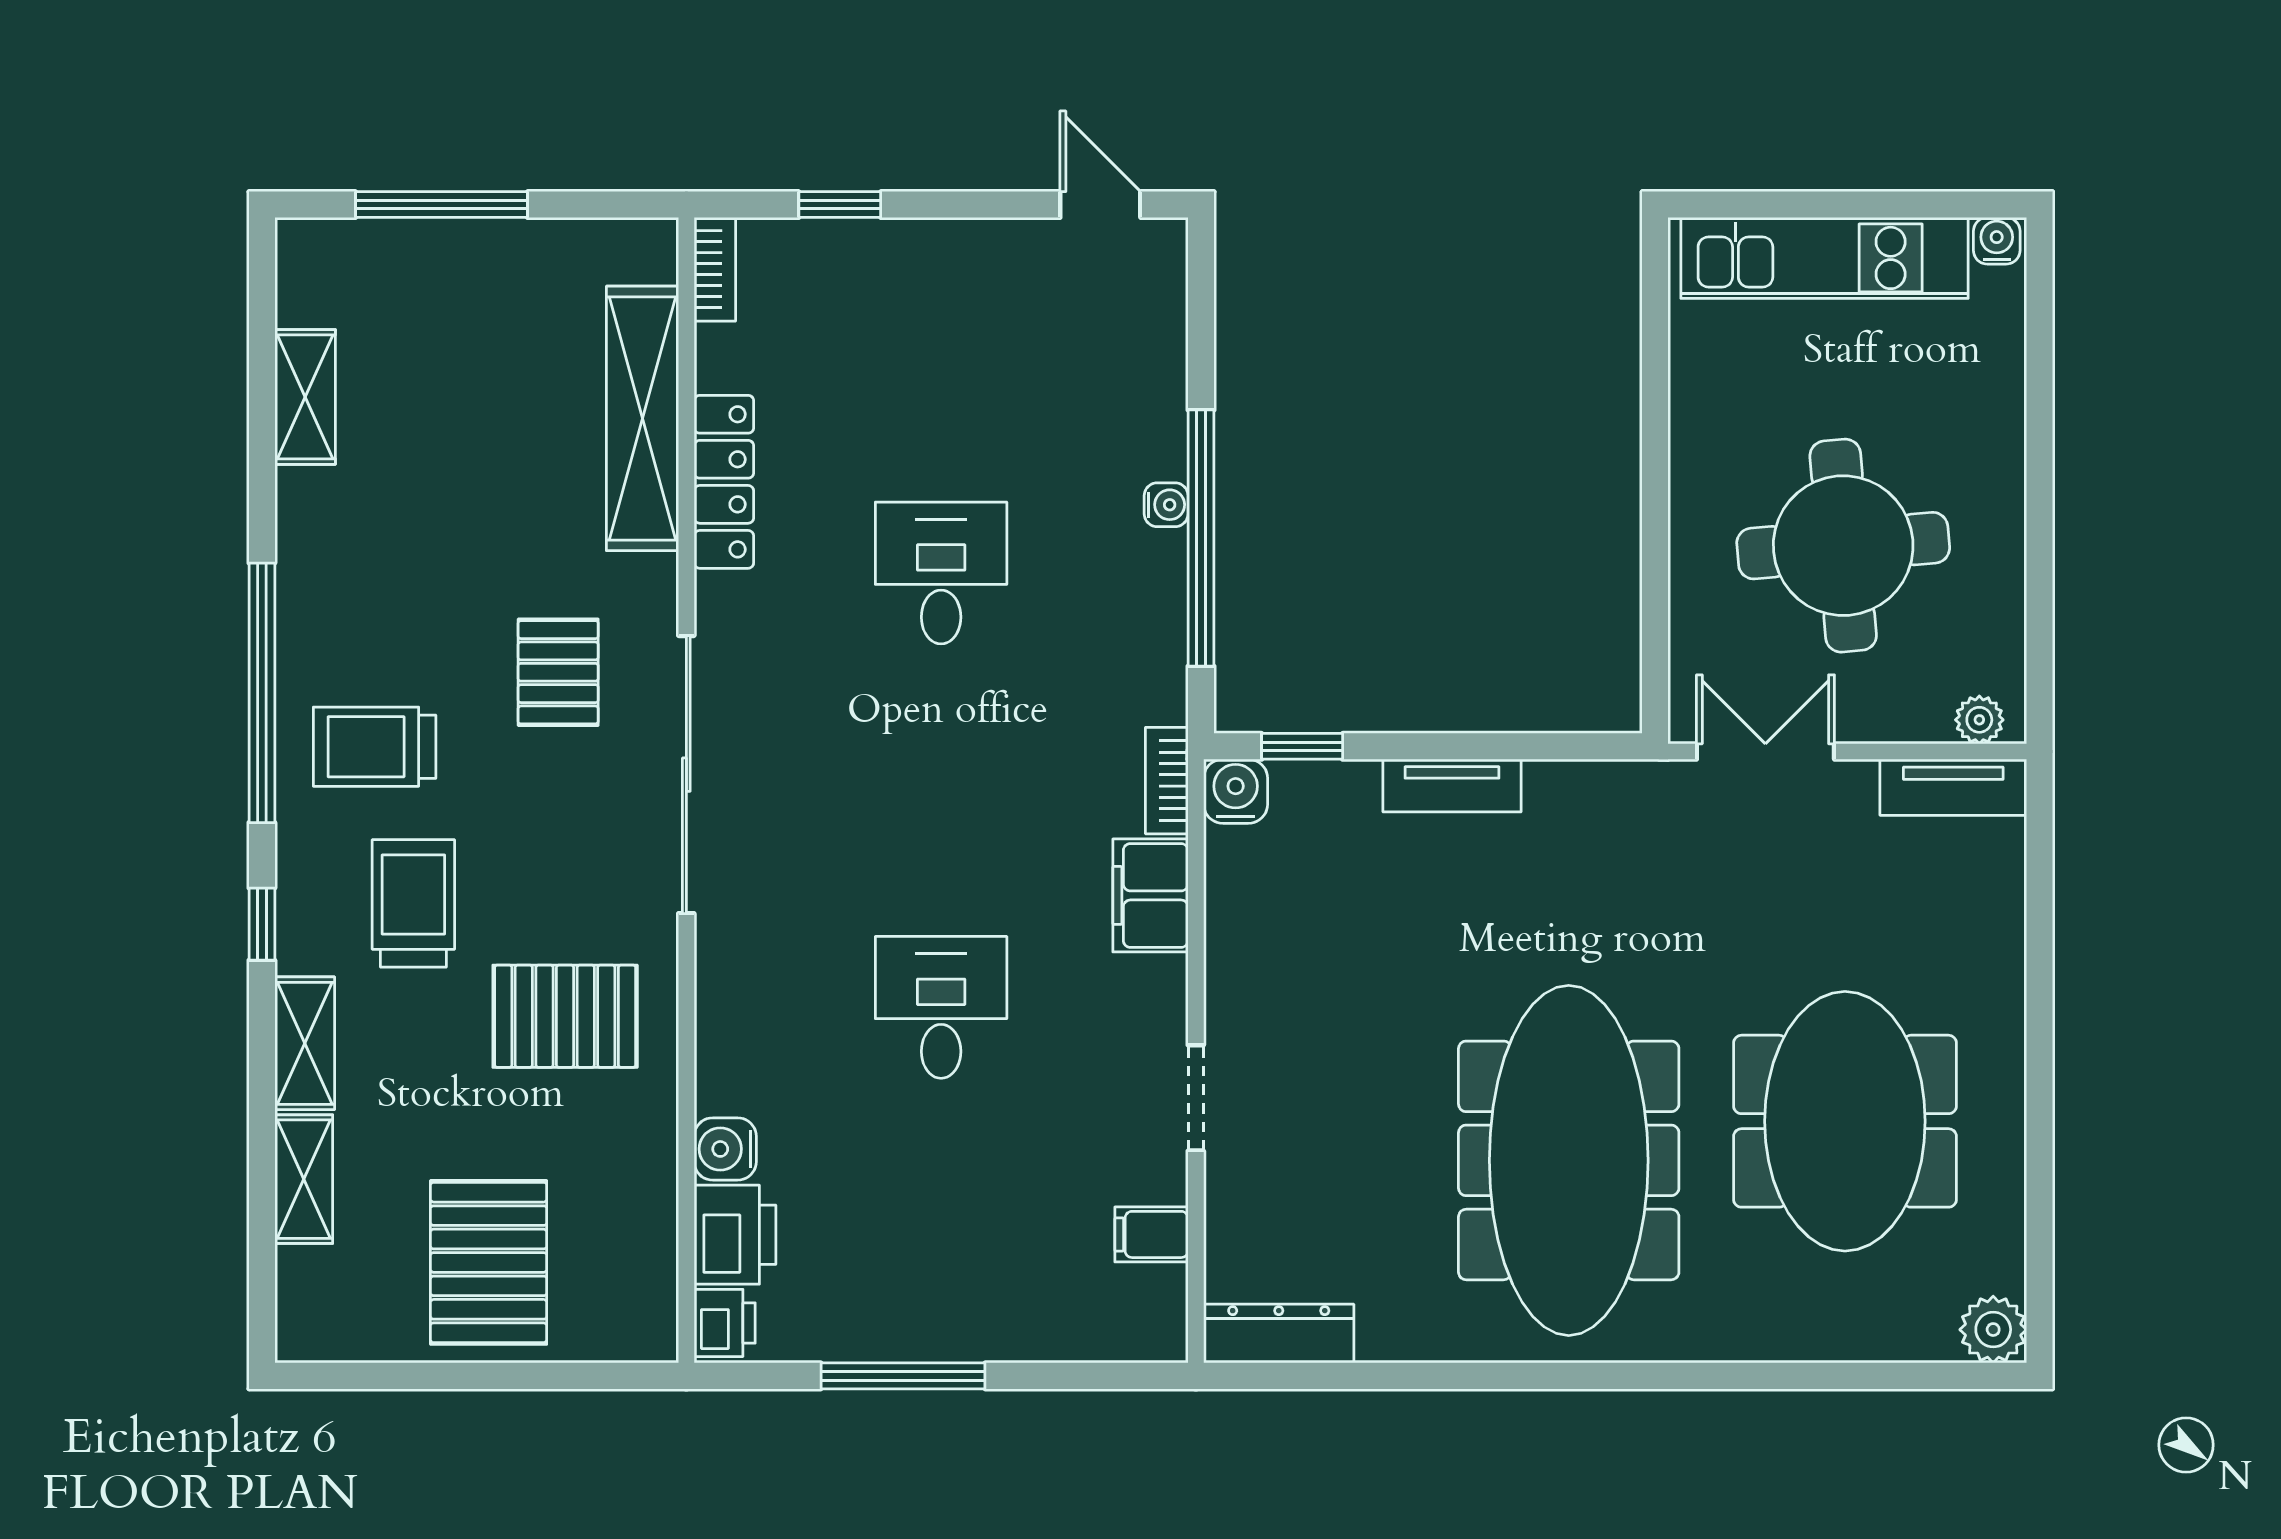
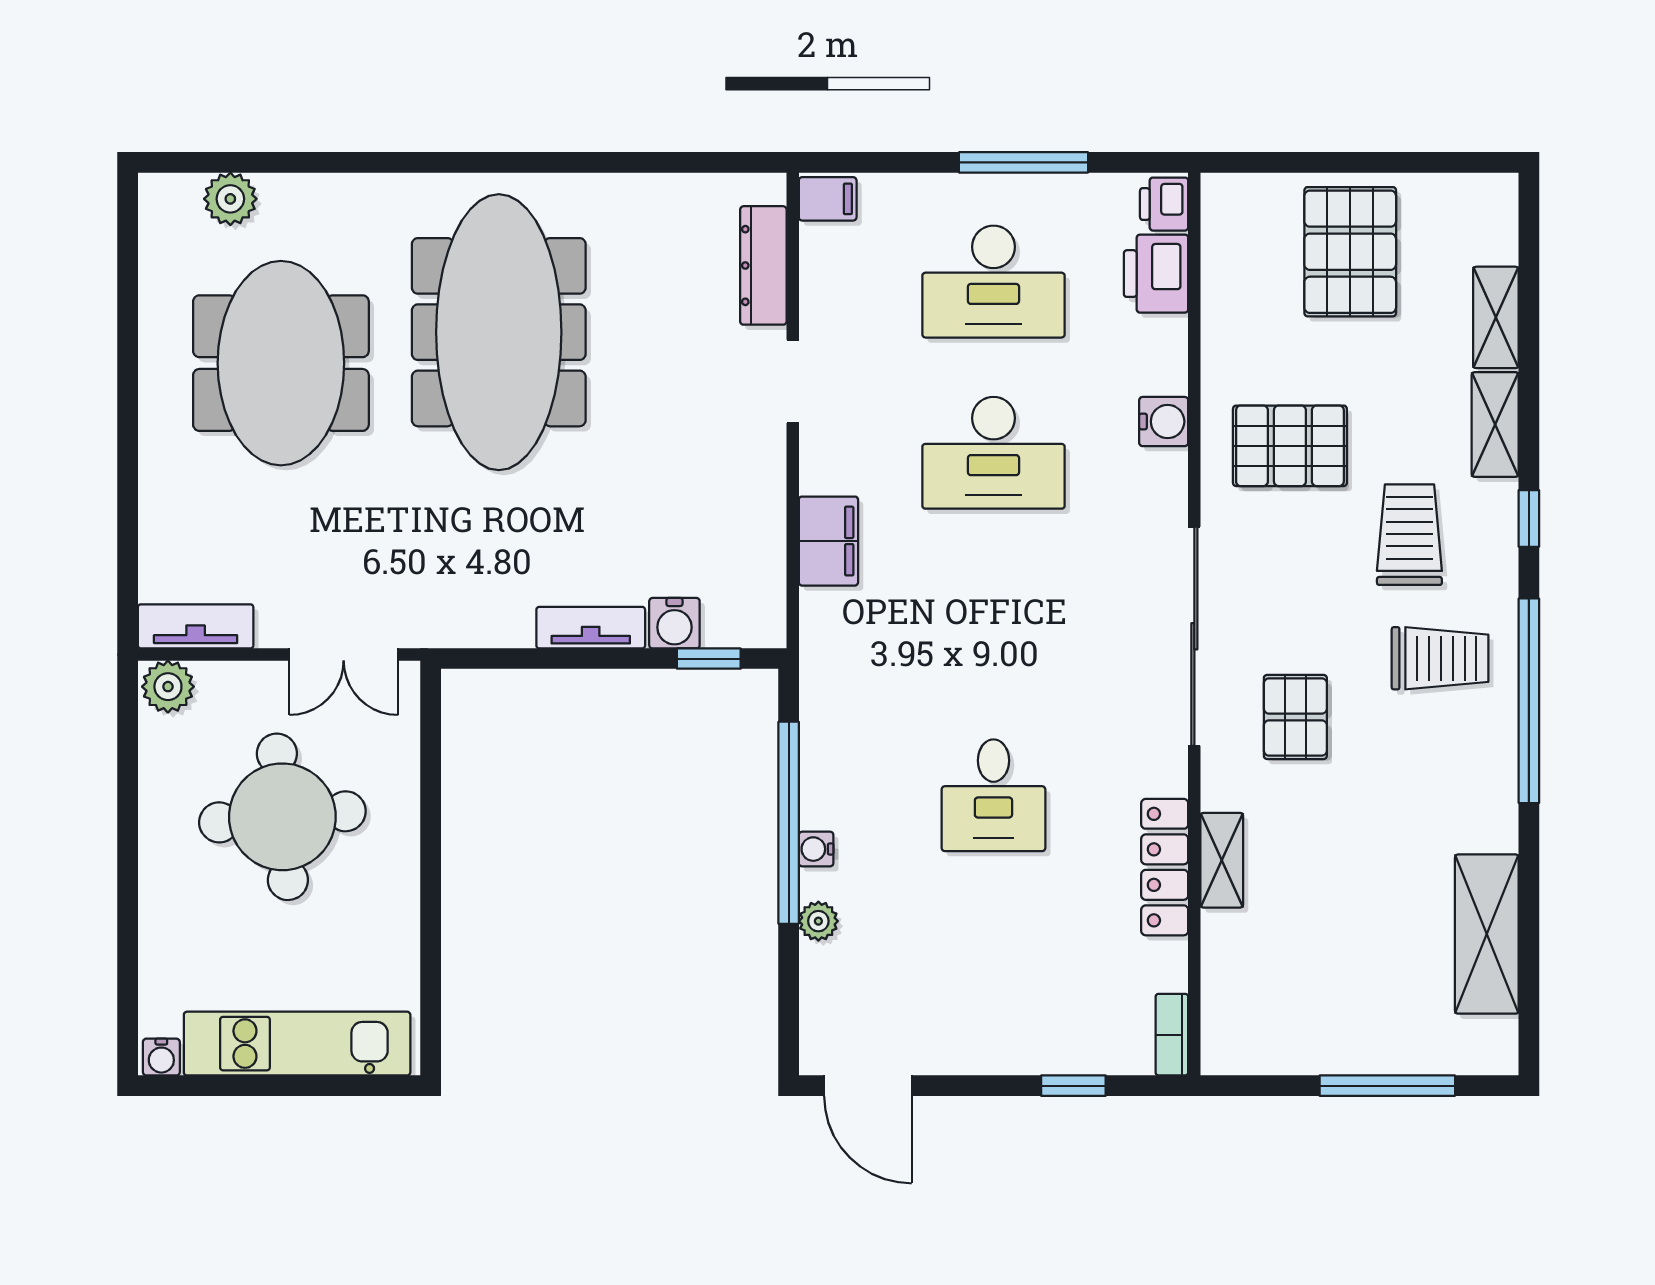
door: (1100, 205) -> (868, 1086), width x1.38
shelving: (305, 397) -> (1487, 934), width x1.50, depth x1.33
plant: (1163, 413) -> (818, 921), added
shelving: (643, 418) -> (1222, 860), width x0.45, depth x0.75
plant: (1979, 720) -> (168, 687), width x1.38, depth x1.38
bookcase: (1167, 781) -> (816, 632), removed
water cooler: (1236, 791) -> (674, 623), moved
trolley: (413, 903) -> (1409, 535), turned 180
desk: (941, 1007) -> (993, 453), width x1.37
water cooler: (725, 1149) -> (1164, 422), moved
desk: (941, 1225) -> (993, 282), added
filing cabinet: (1151, 1234) -> (828, 199), moved
plant: (1993, 1330) -> (230, 199), moved
dresser: (1279, 1334) -> (763, 265), moved, turned 90

